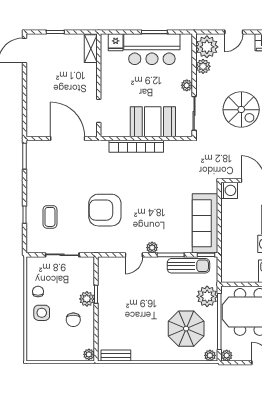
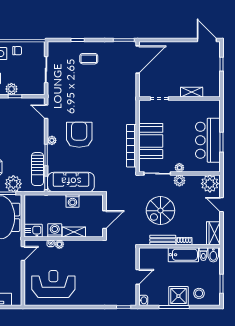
fridge: (116, 42) -> (213, 112), removed
shelving: (91, 49) -> (192, 92), moved
plant: (203, 66) -> (179, 181), moved
door: (68, 138) -> (138, 60), moved
bookcase: (136, 146) -> (131, 146), moved
washing machine: (229, 190) -> (72, 201), moved
armchair: (105, 210) -> (79, 135), moved
coffee table: (50, 217) -> (89, 59), moved
door: (134, 255) -> (46, 112), moved

